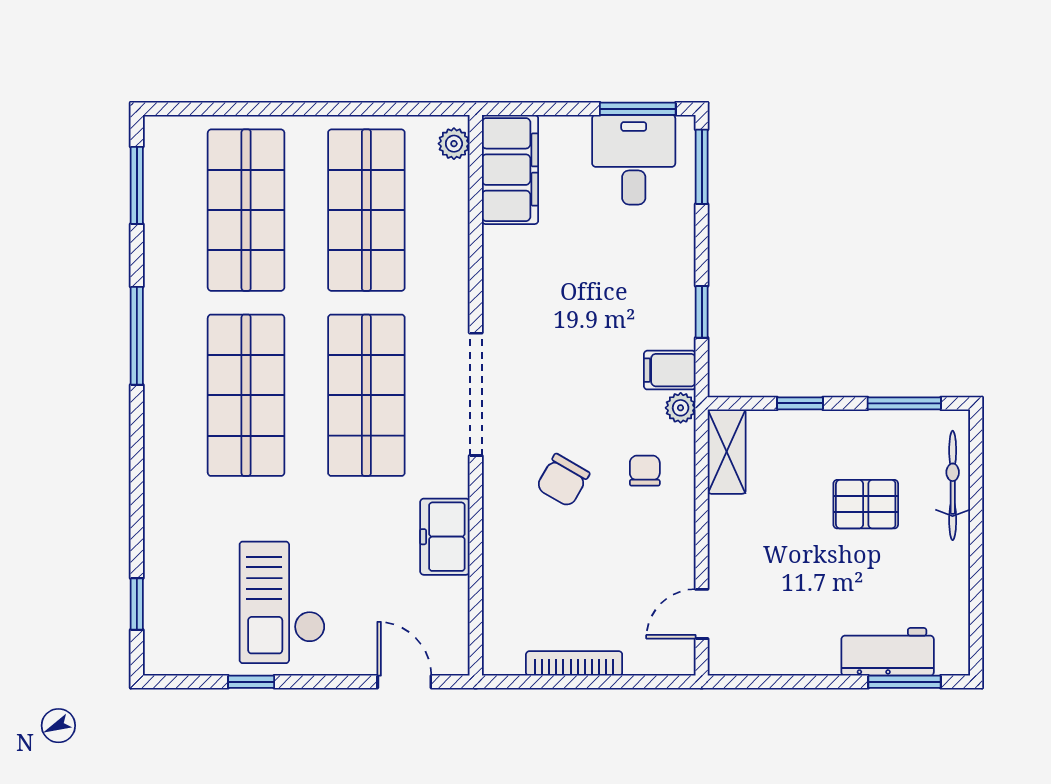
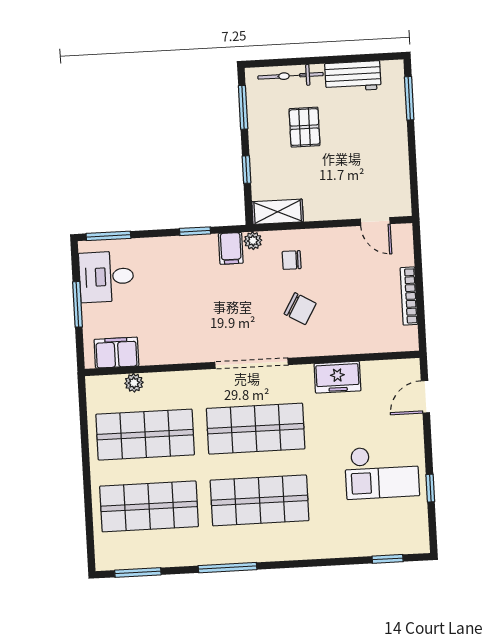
window: (638, 109) -> (77, 304), moved
plant: (454, 144) -> (134, 383), moved
filing cabinet: (510, 170) -> (116, 353), width x0.67, depth x0.86
workbench: (888, 652) -> (353, 76), moved, turned -90

